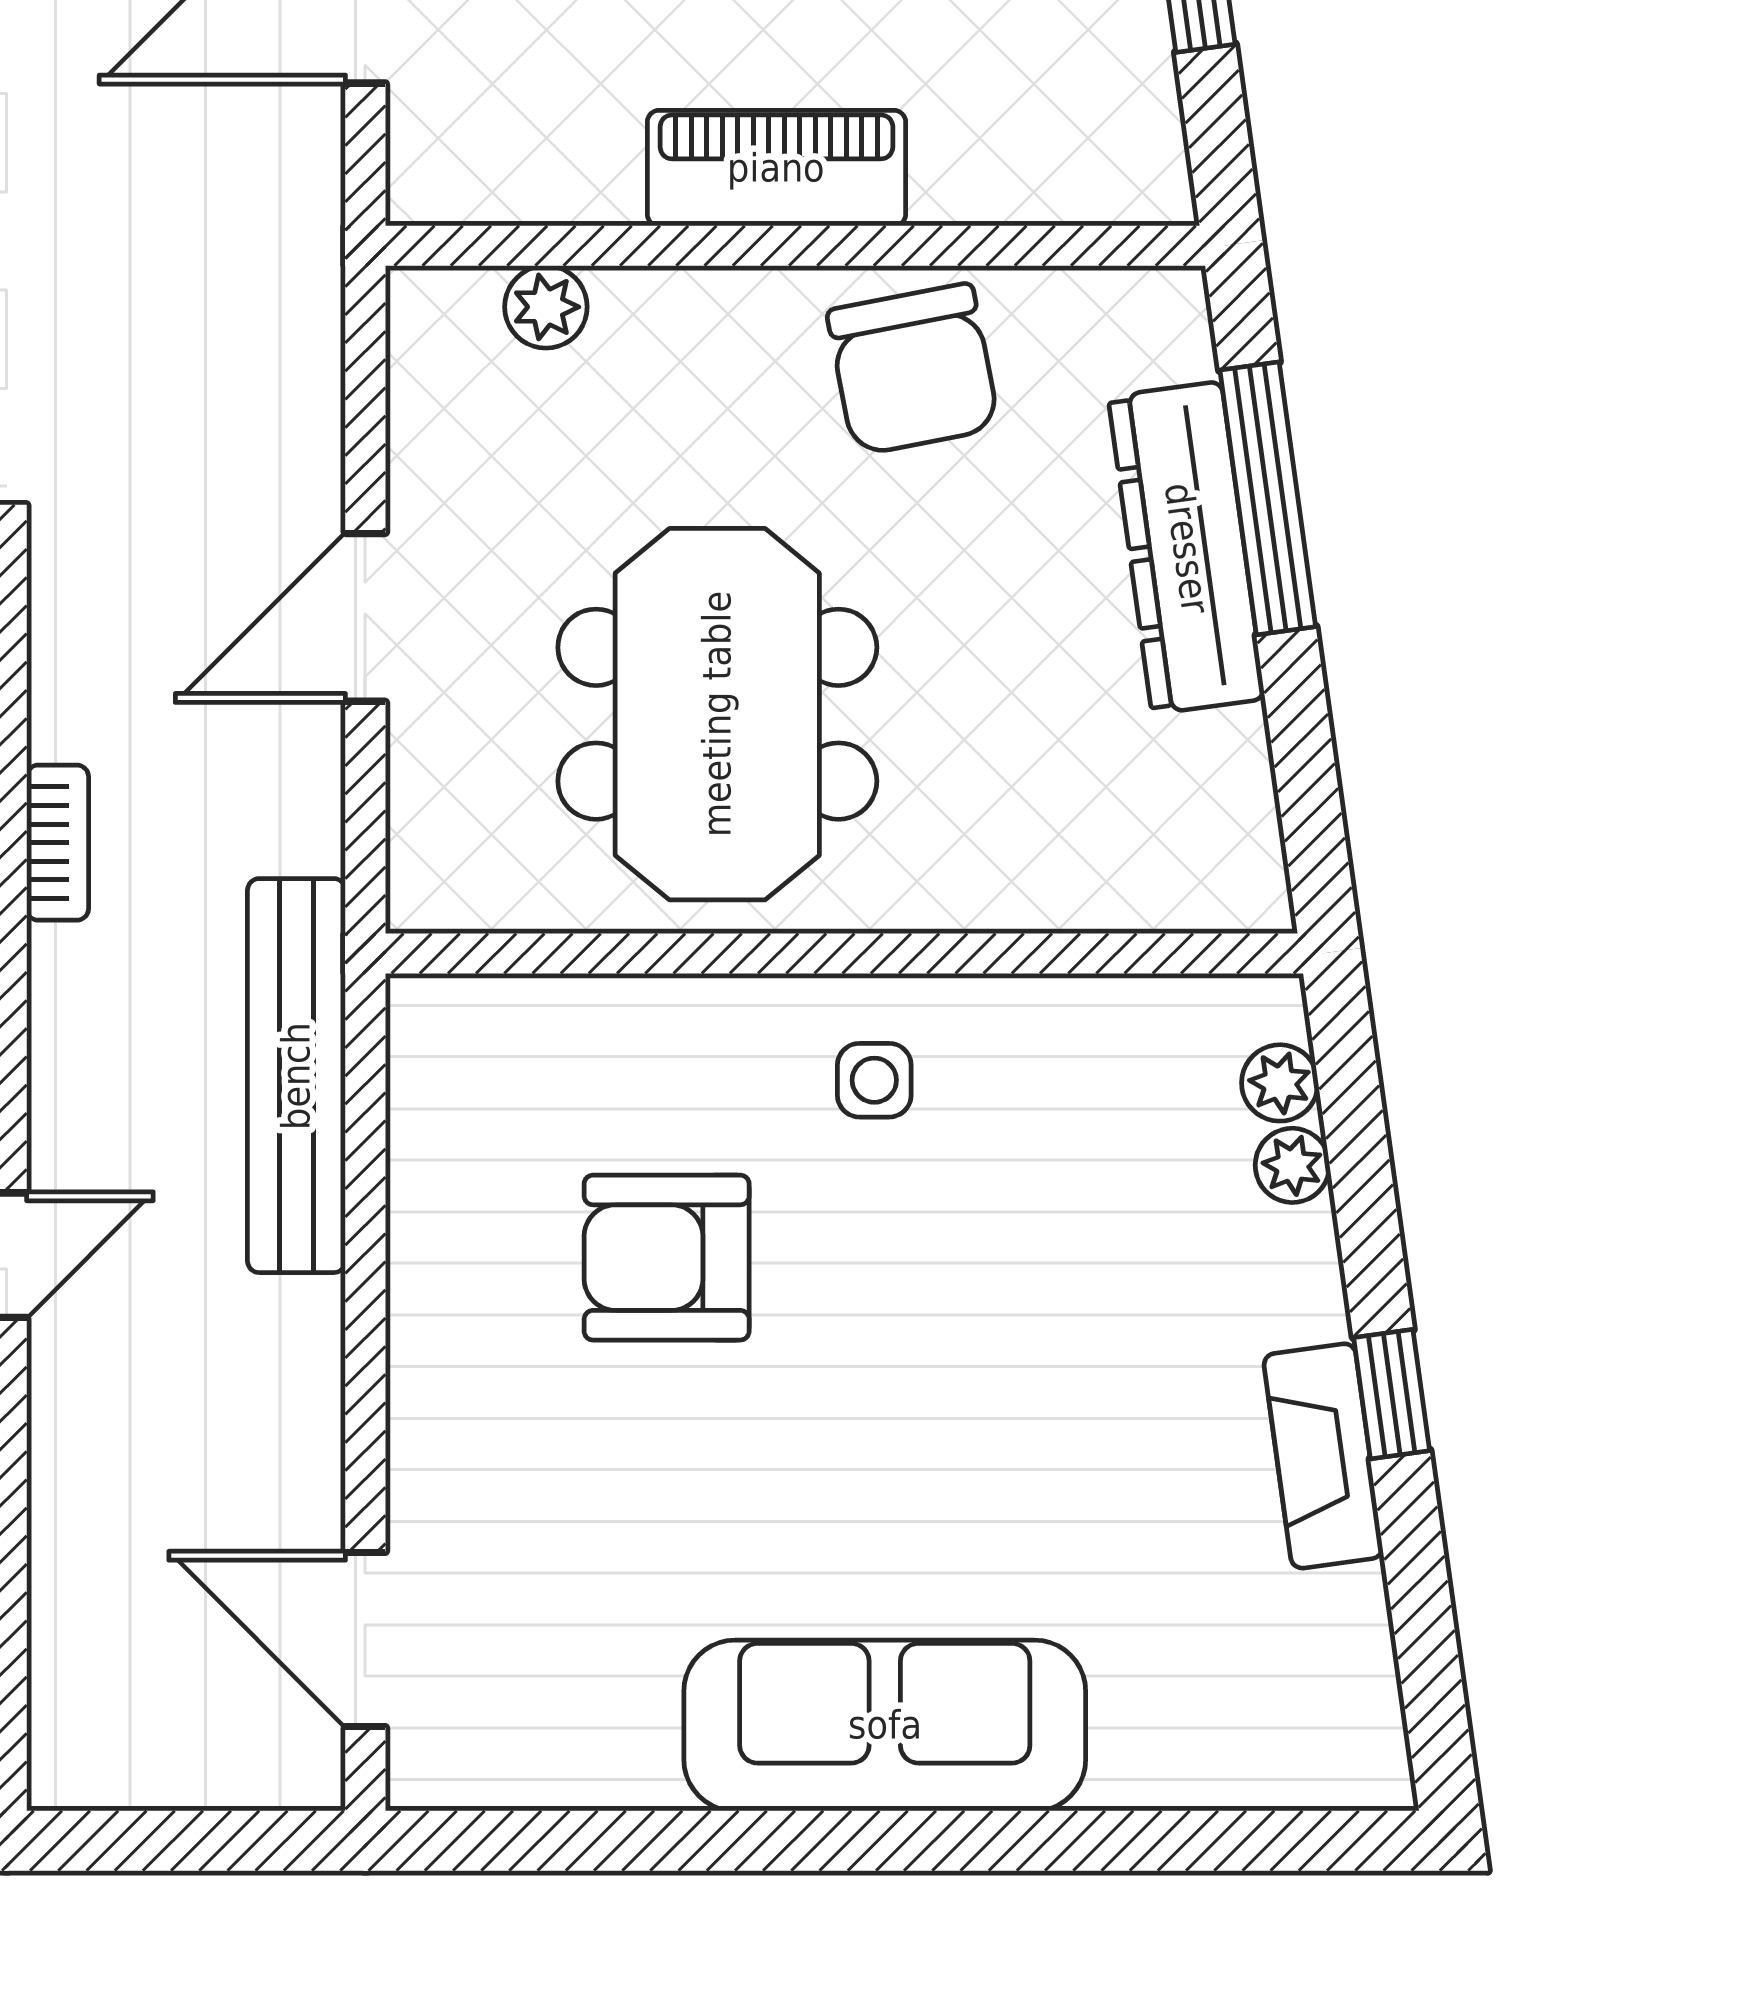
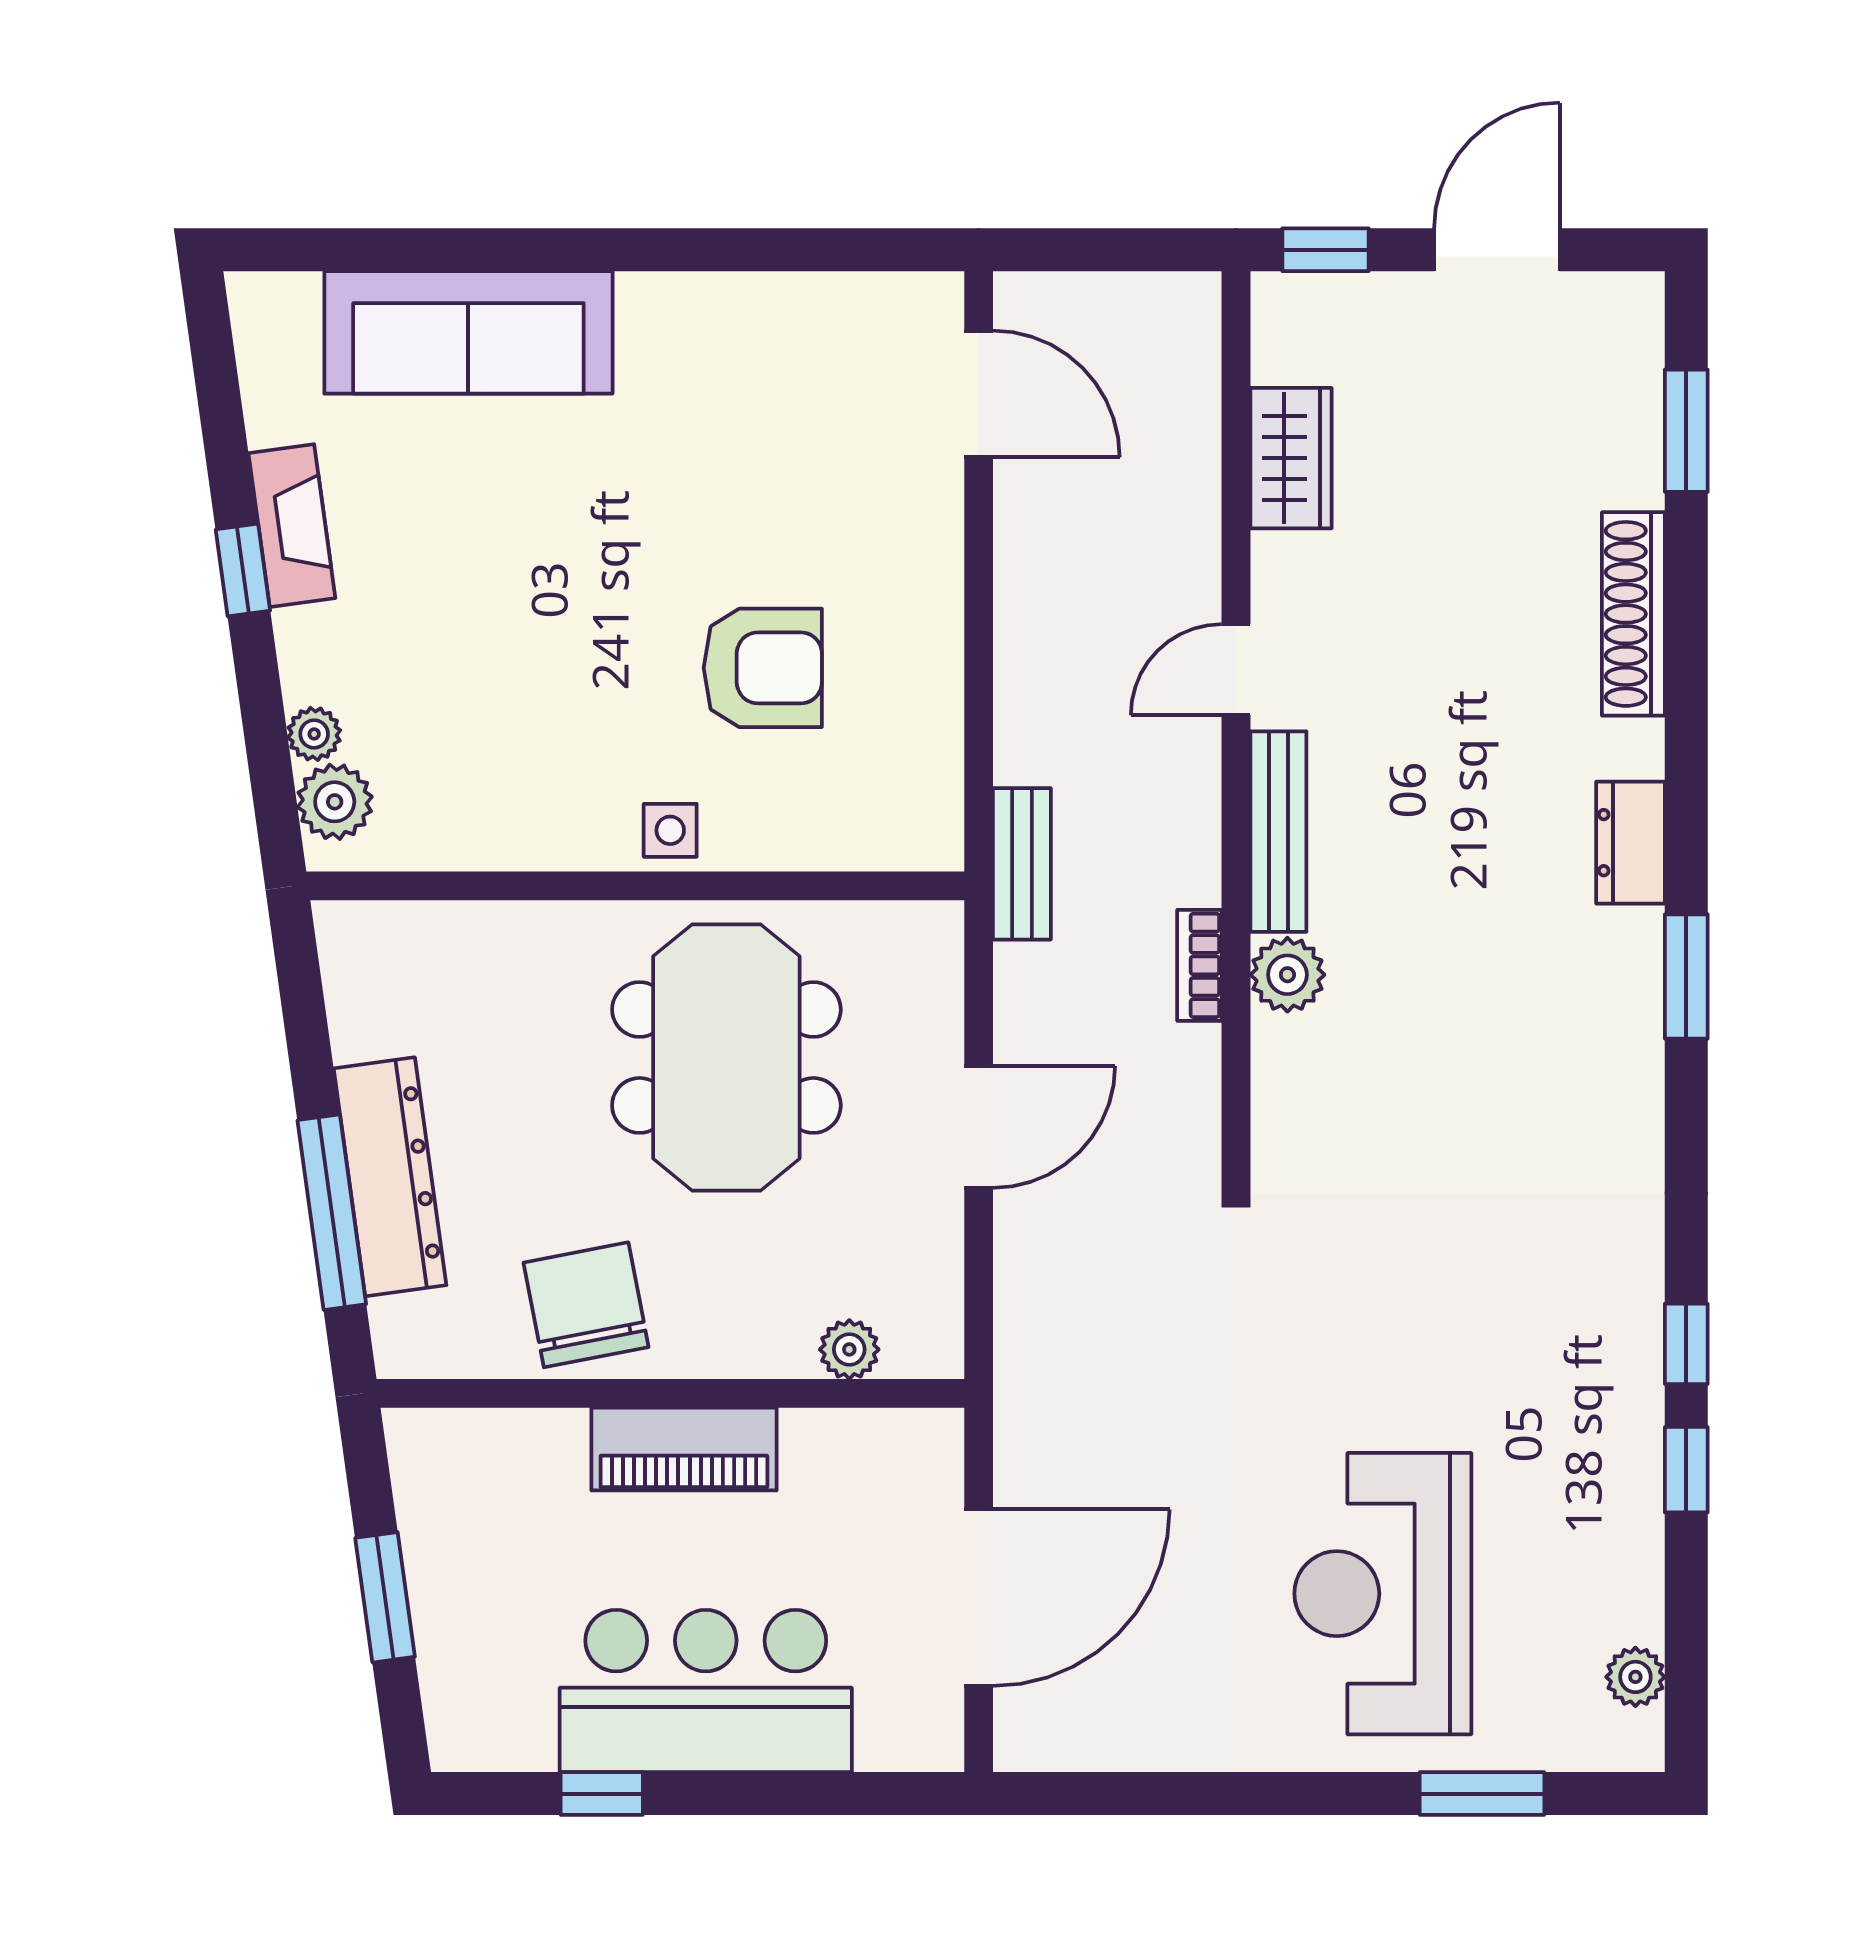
bench: (296, 1076) -> (1022, 864), width x0.54, depth x0.82
side table: (874, 1080) -> (670, 830), moved
plant: (1280, 1083) -> (335, 802), width x1.38, depth x1.38
sofa: (885, 1725) -> (468, 332), moved

